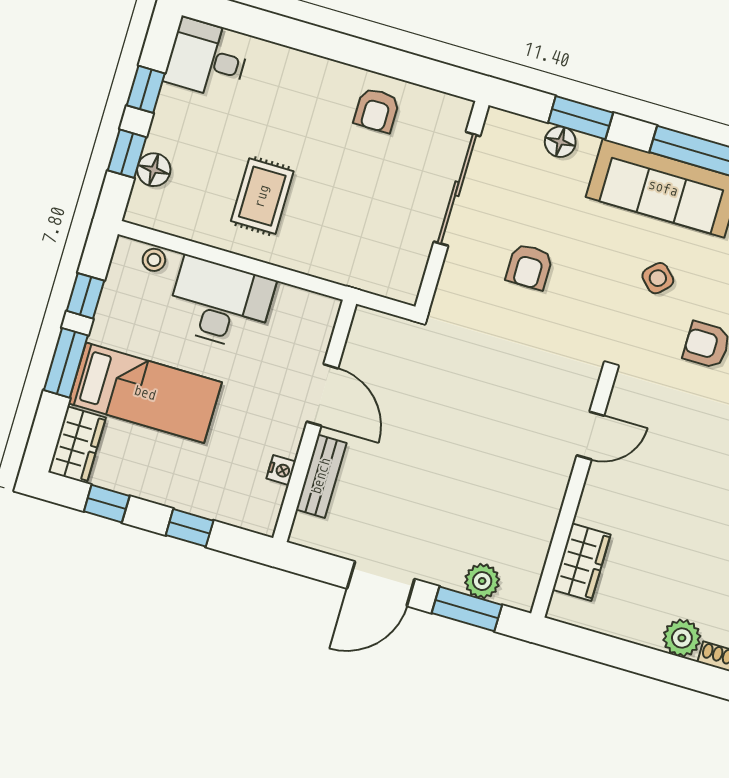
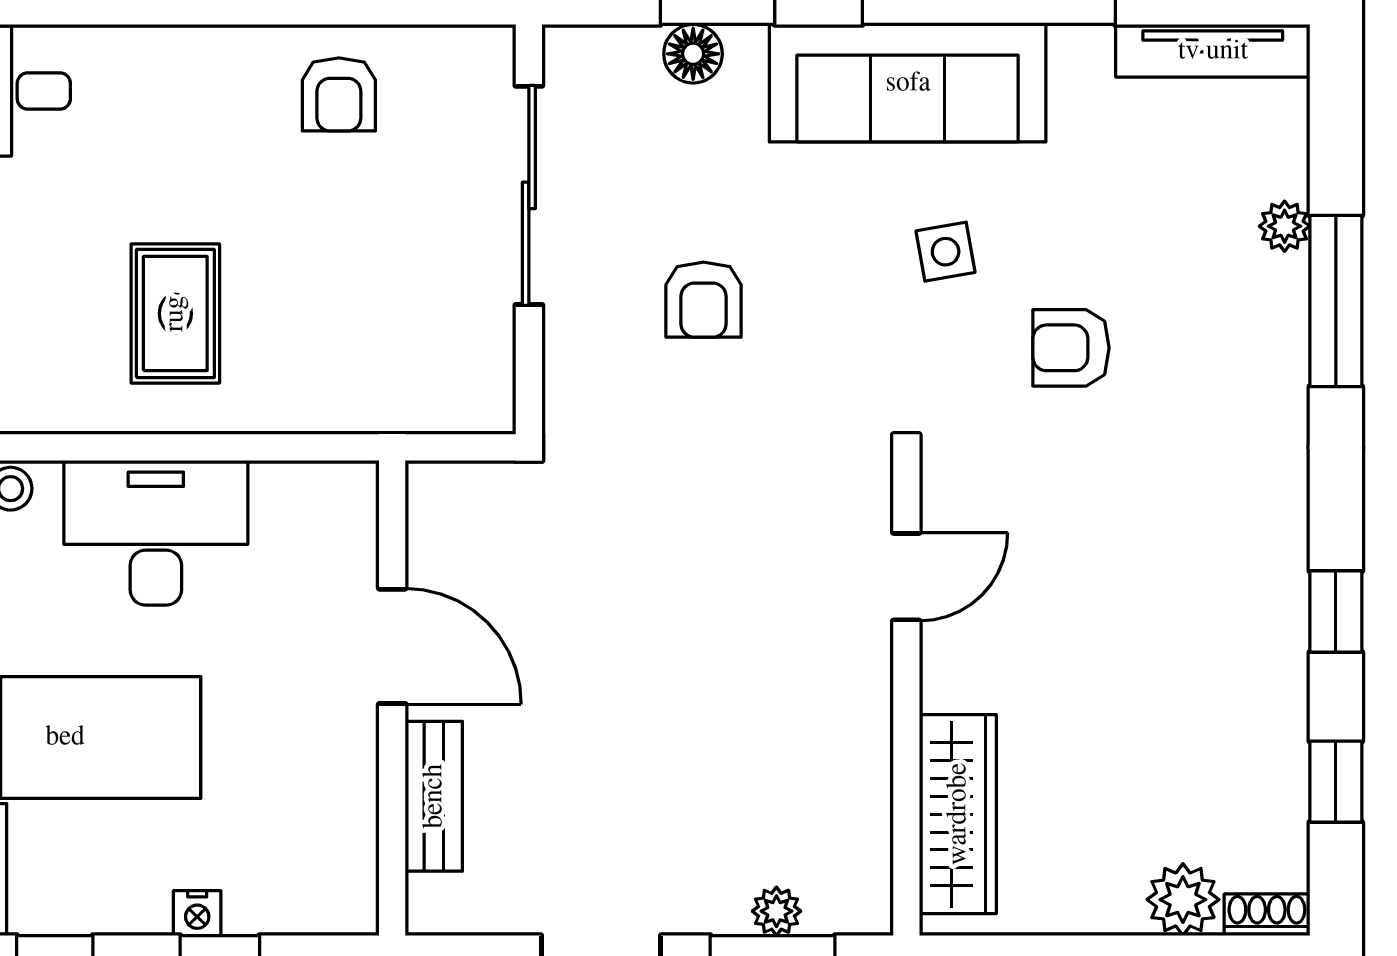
side table: (658, 278) -> (946, 252), turned 35
nightstand: (281, 470) -> (197, 913), moved, turned 90
wardrobe: (581, 562) -> (958, 814), width x1.50
plant: (482, 581) -> (776, 911), width x0.73, depth x0.73

